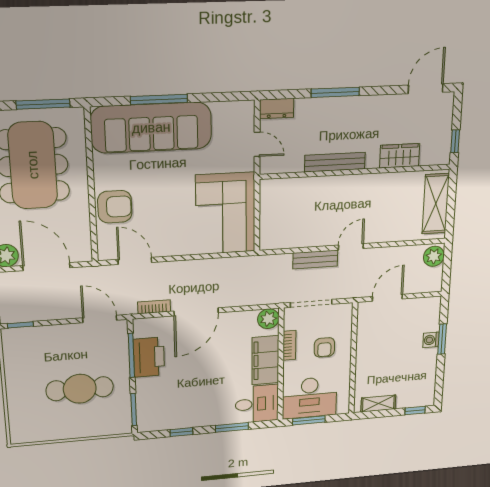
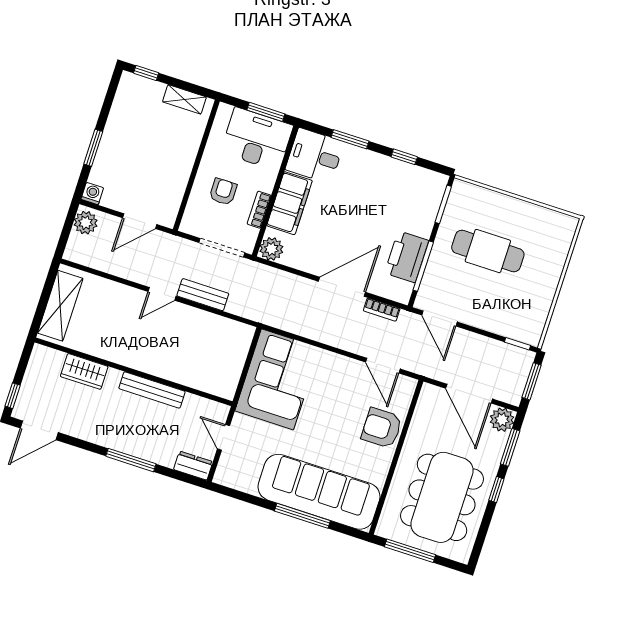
window: (455, 141) -> (13, 396), moved
plant: (434, 256) -> (86, 223), moved
washing machine: (431, 340) -> (92, 194), moved, turned -90

